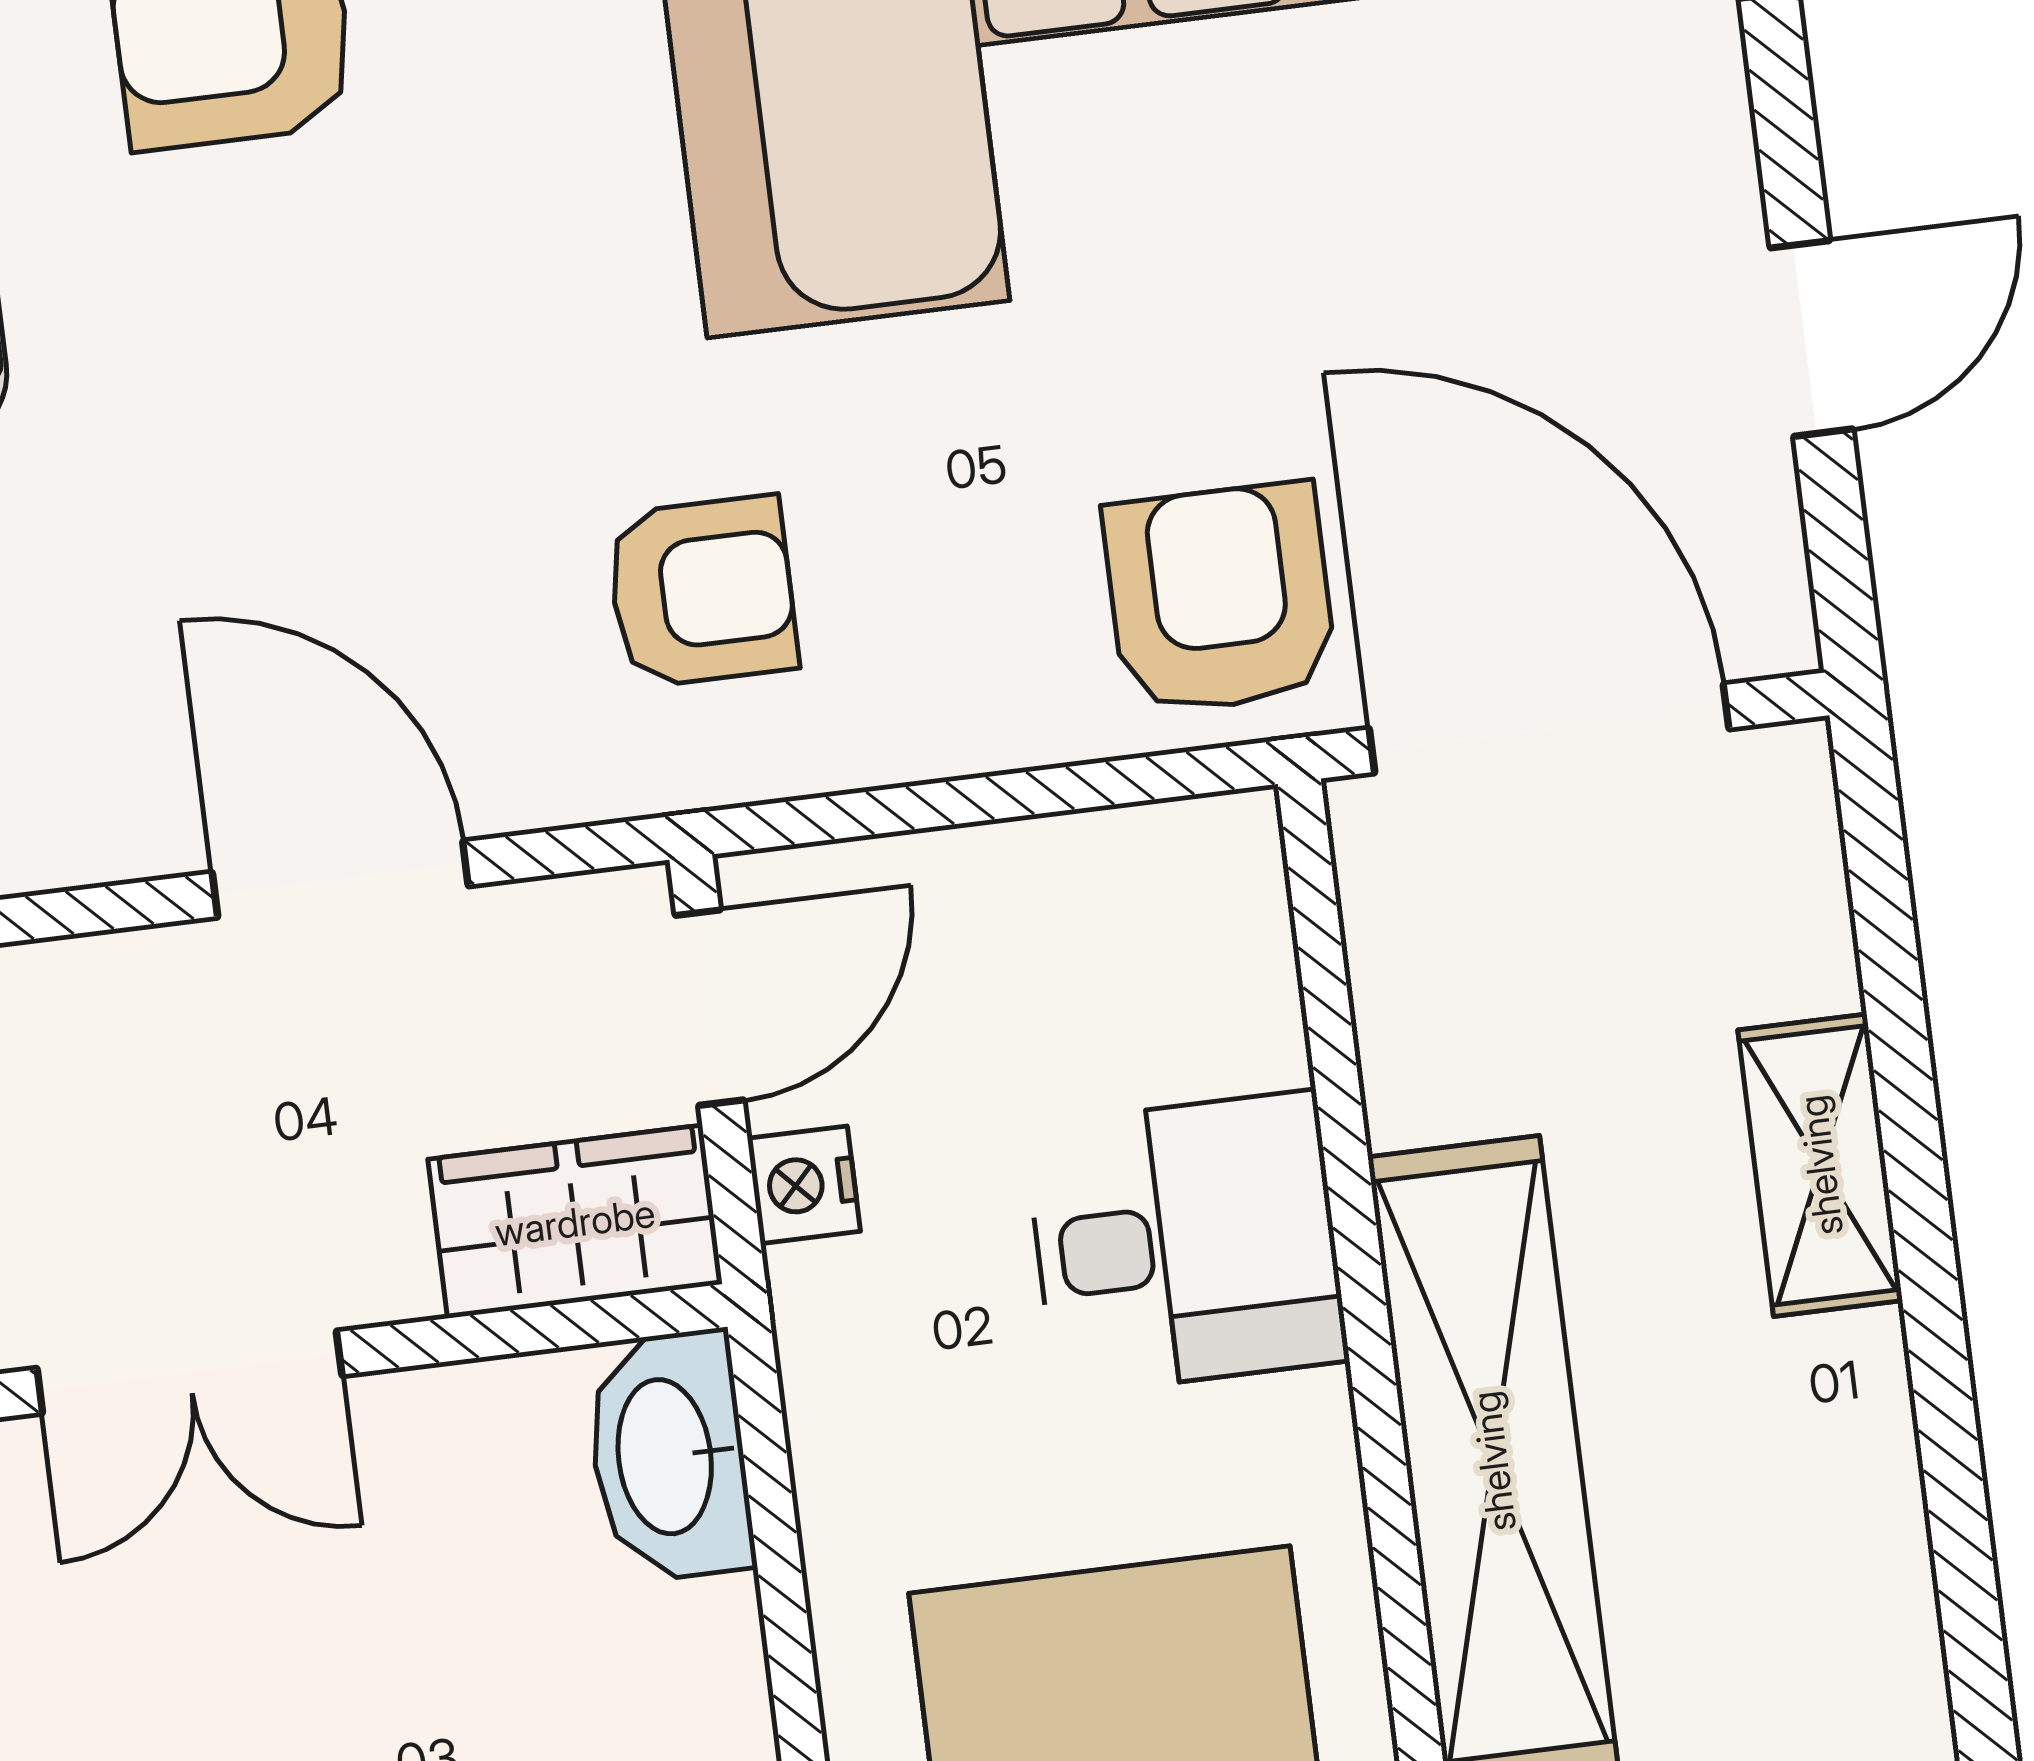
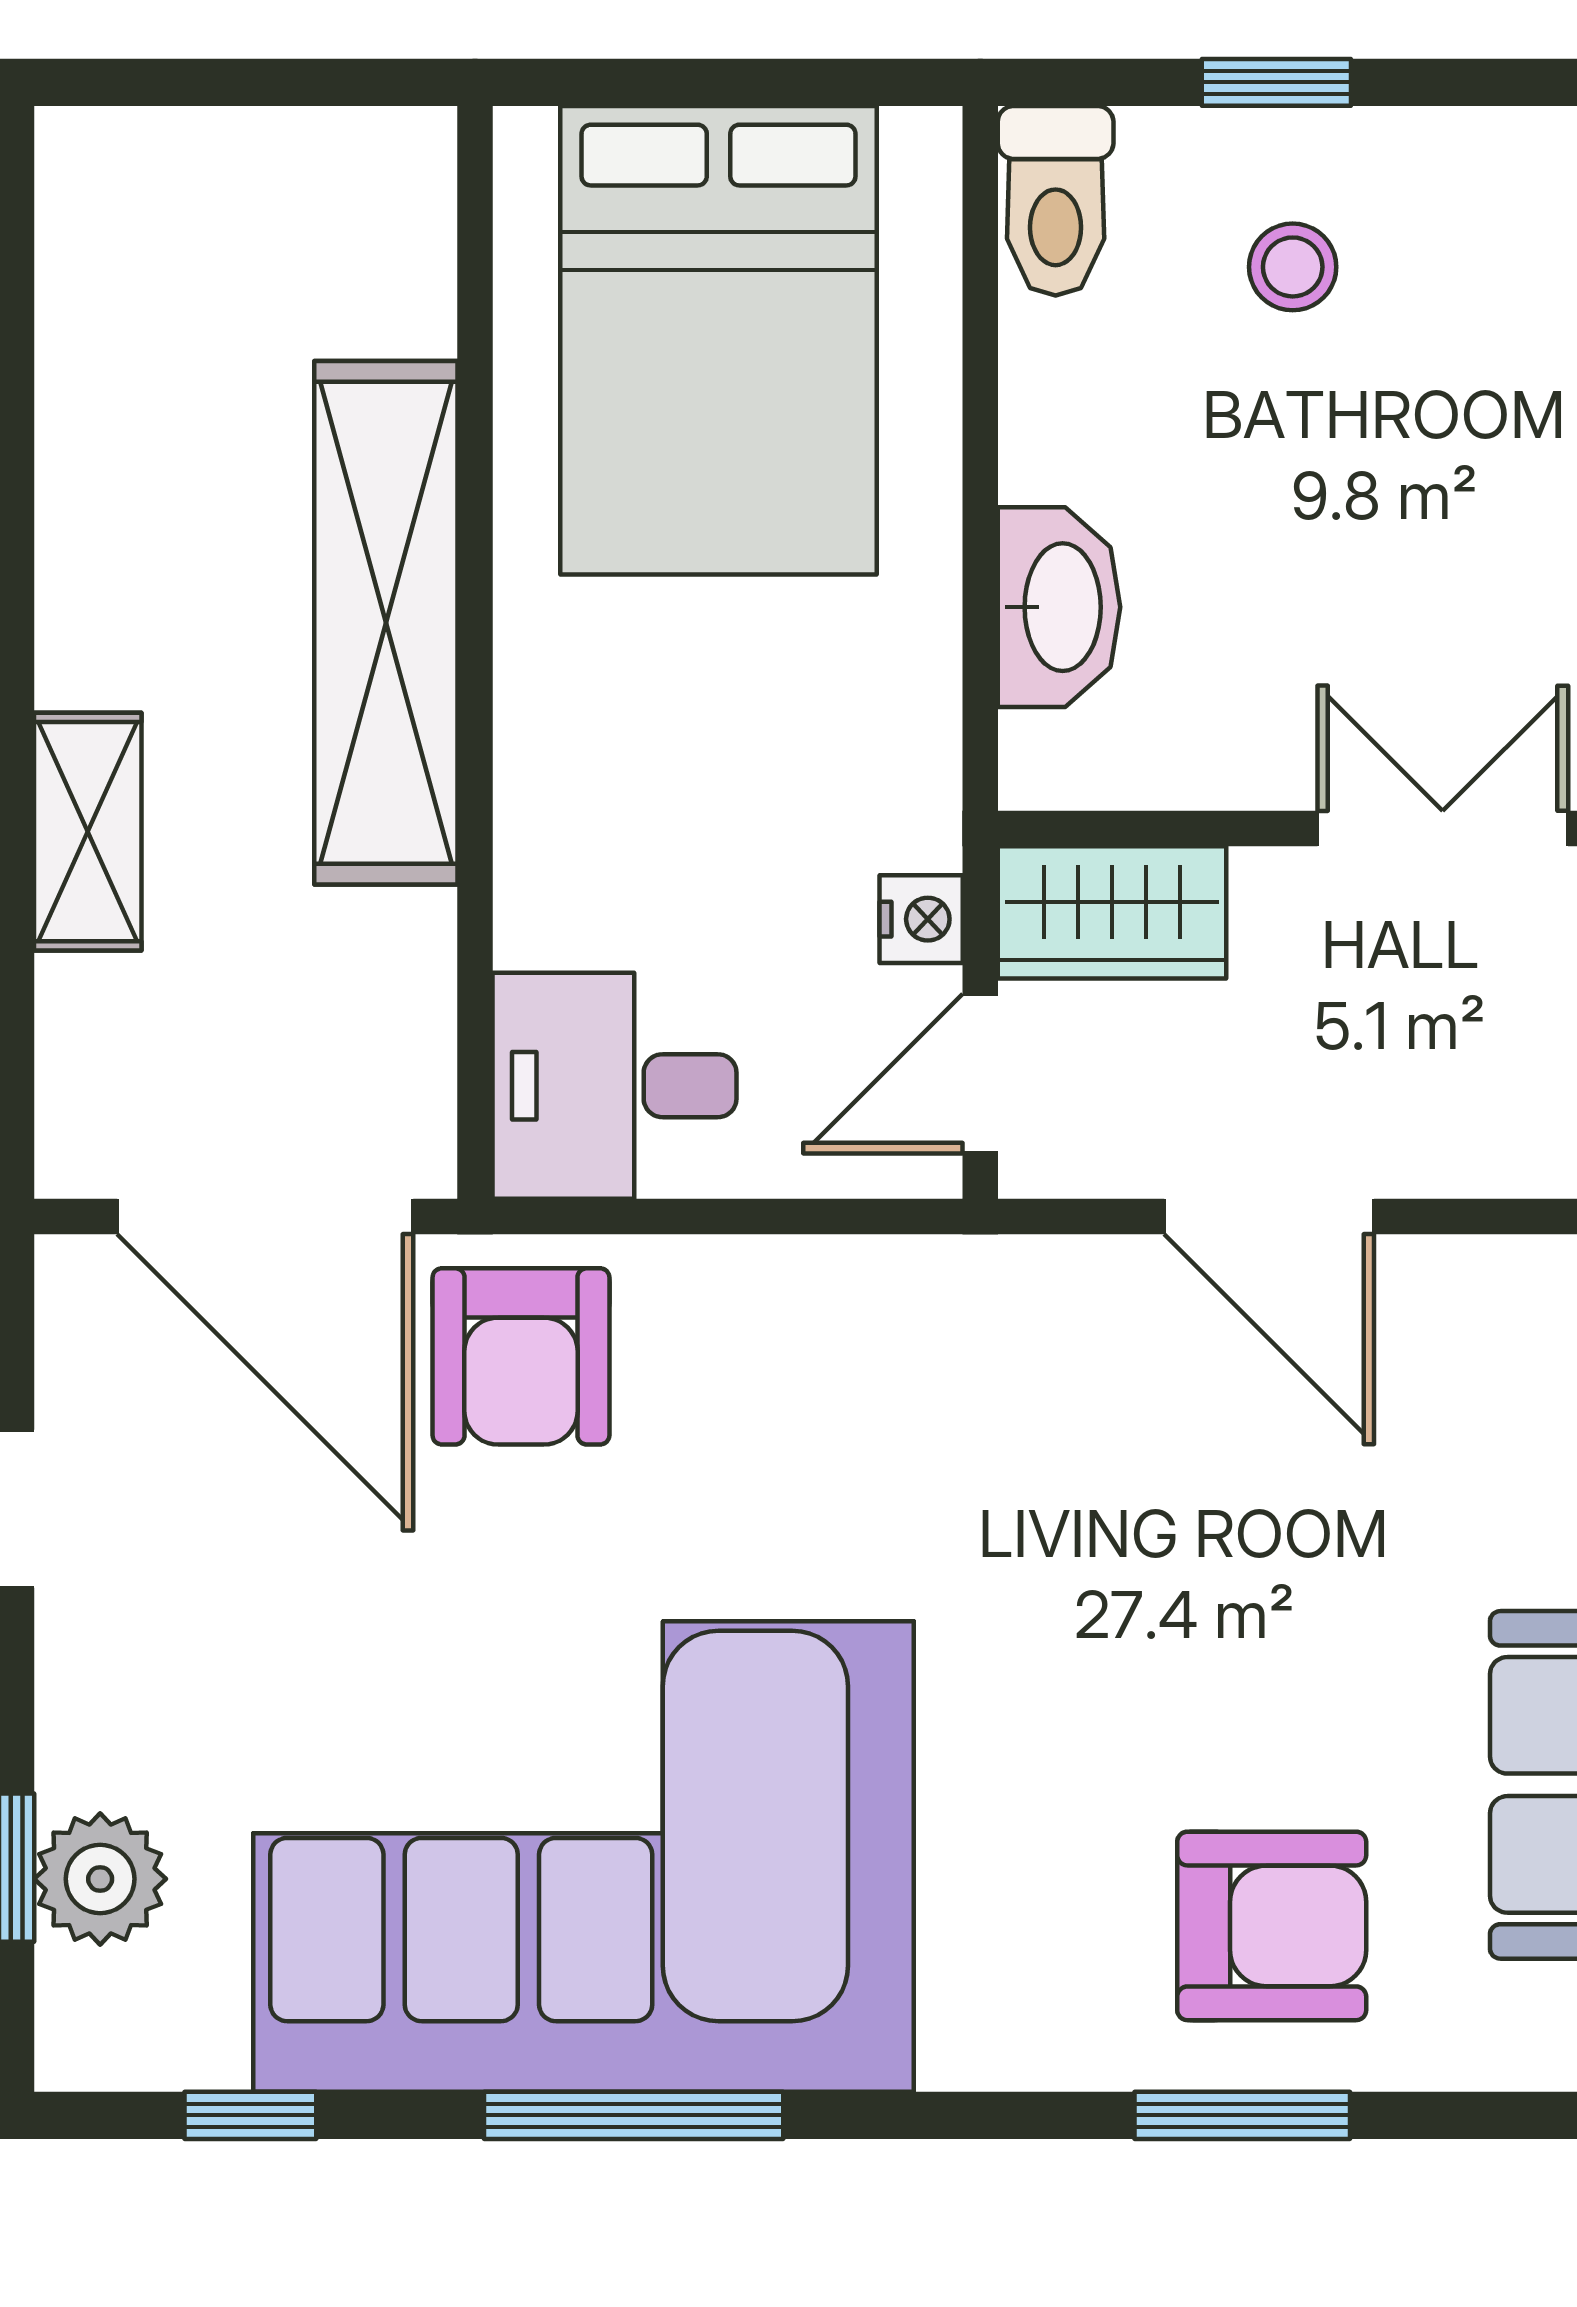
armchair: (702, 592) -> (944, 1415), removed
desk: (1186, 1243) -> (614, 1086), moved
washbasin: (669, 1456) -> (1059, 607), moved

